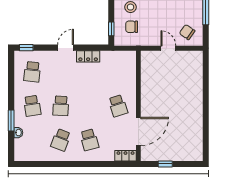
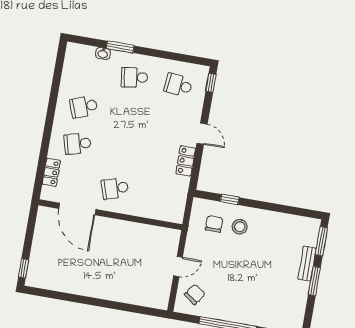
window: (111, 29) -> (230, 200), moved
school desk: (61, 106) -> (128, 114), removed
school desk: (61, 140) -> (84, 107), turned -42
locker: (125, 156) -> (51, 172), moved
window: (165, 164) -> (24, 268), moved

